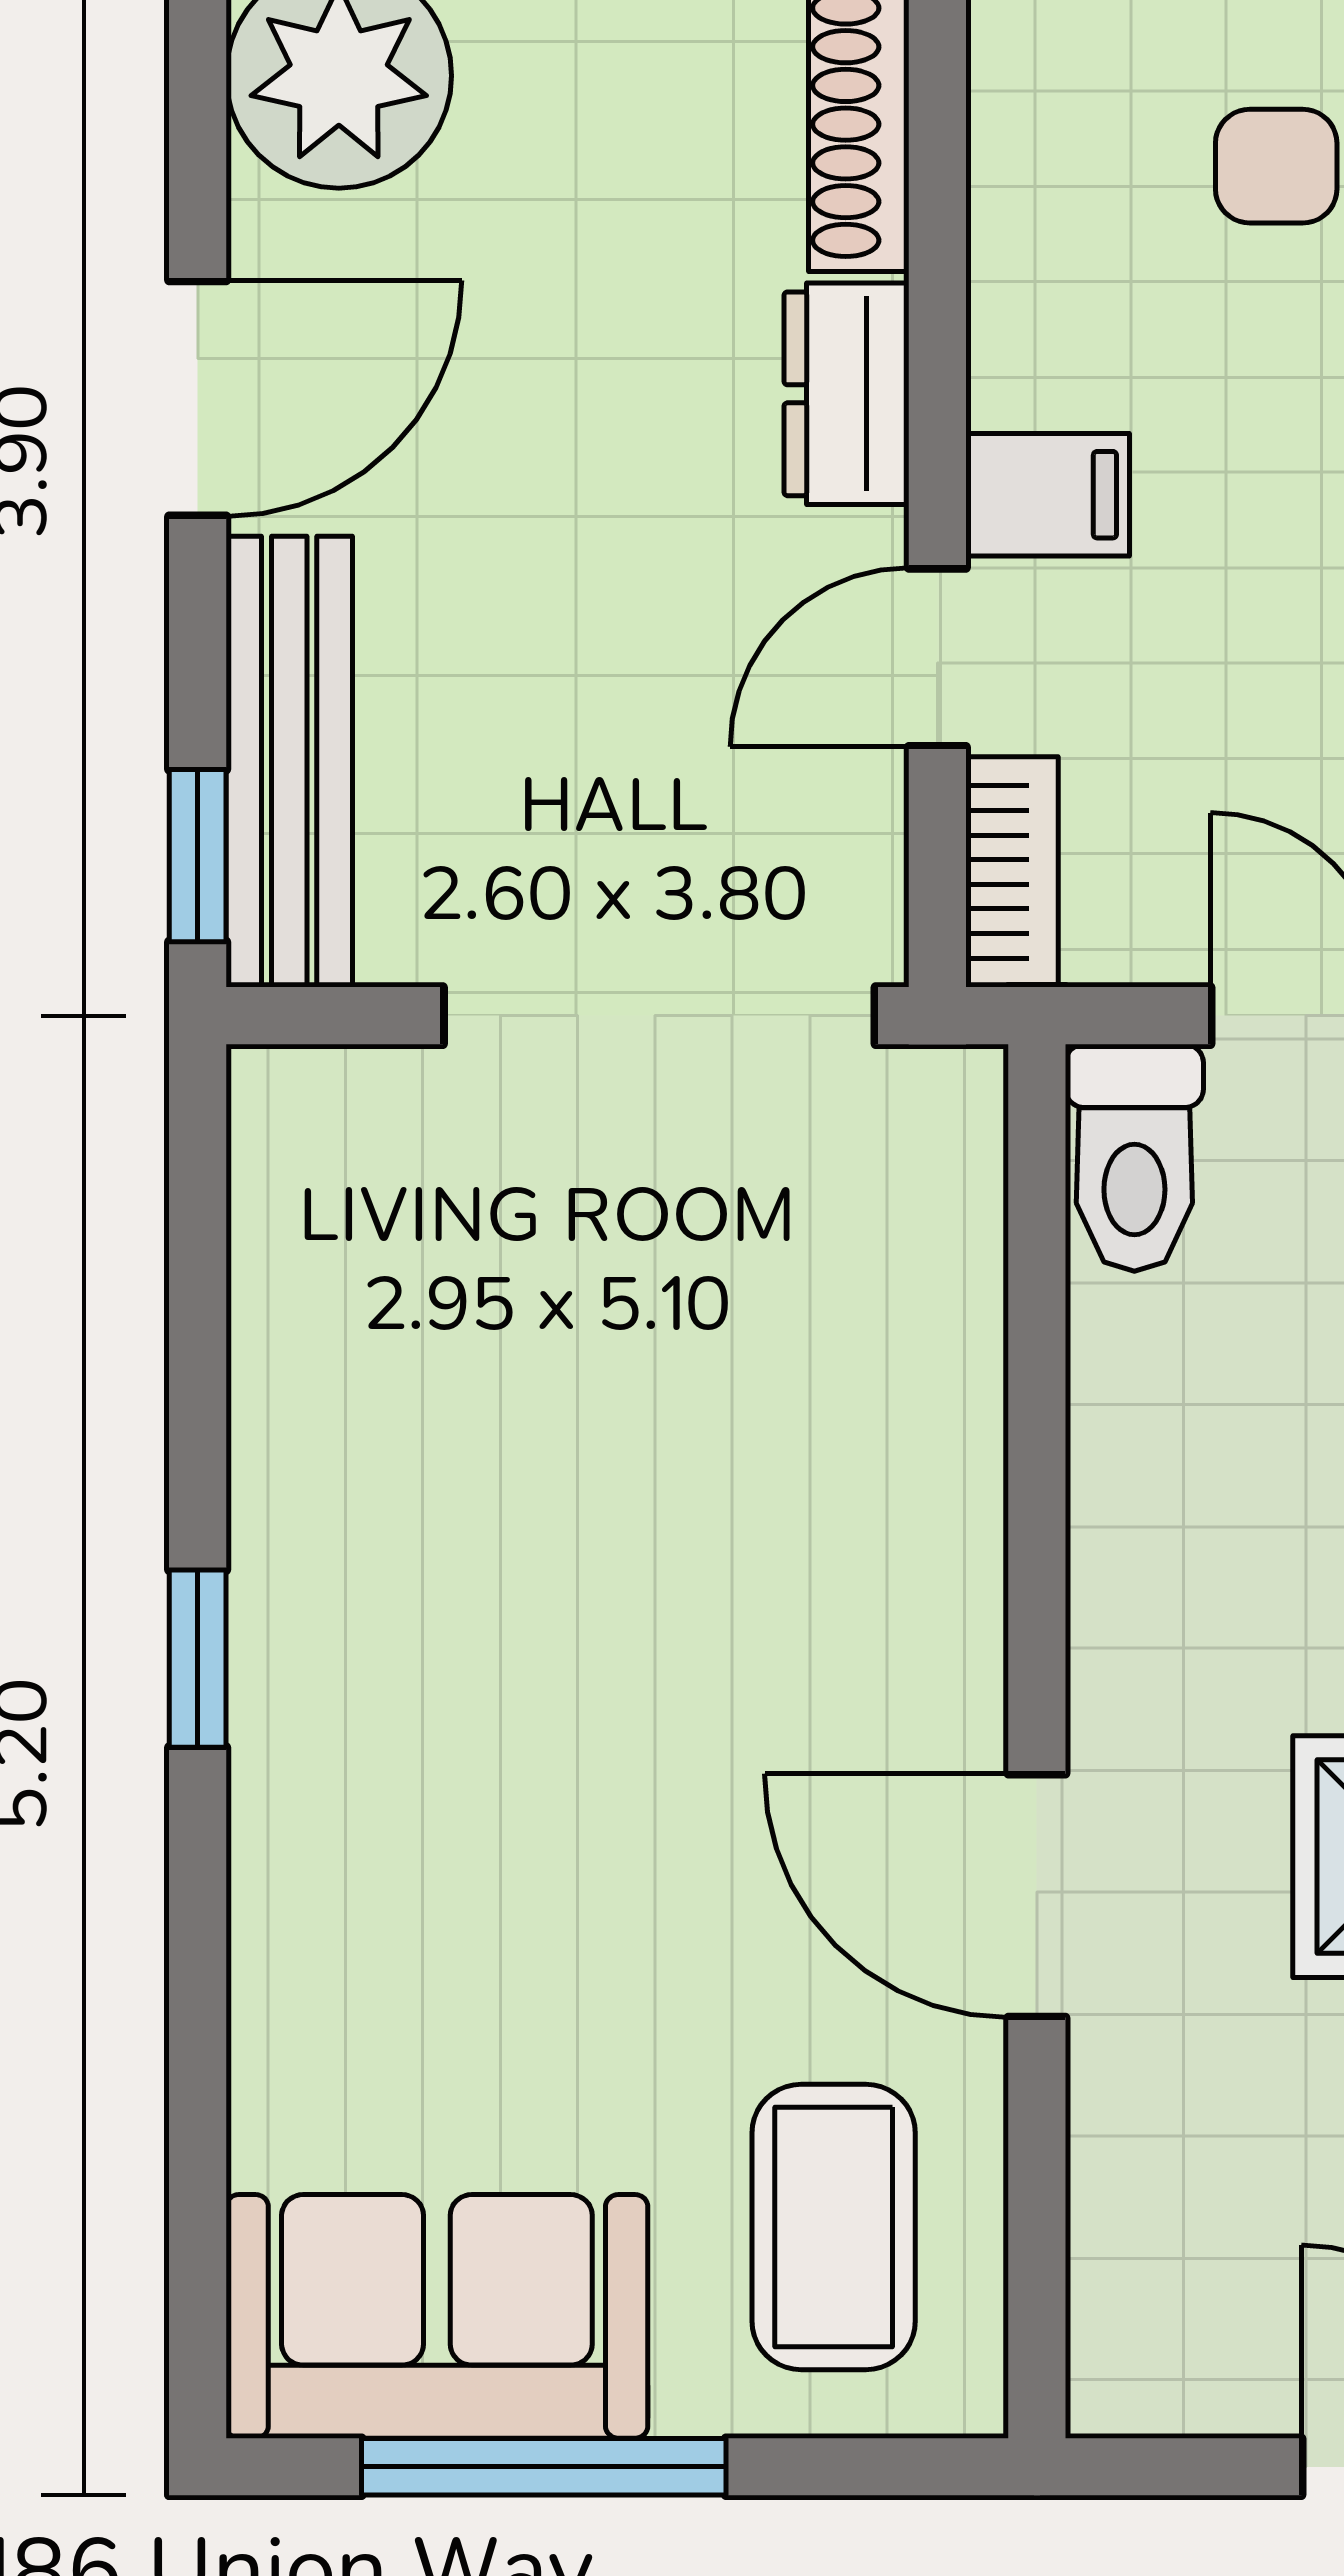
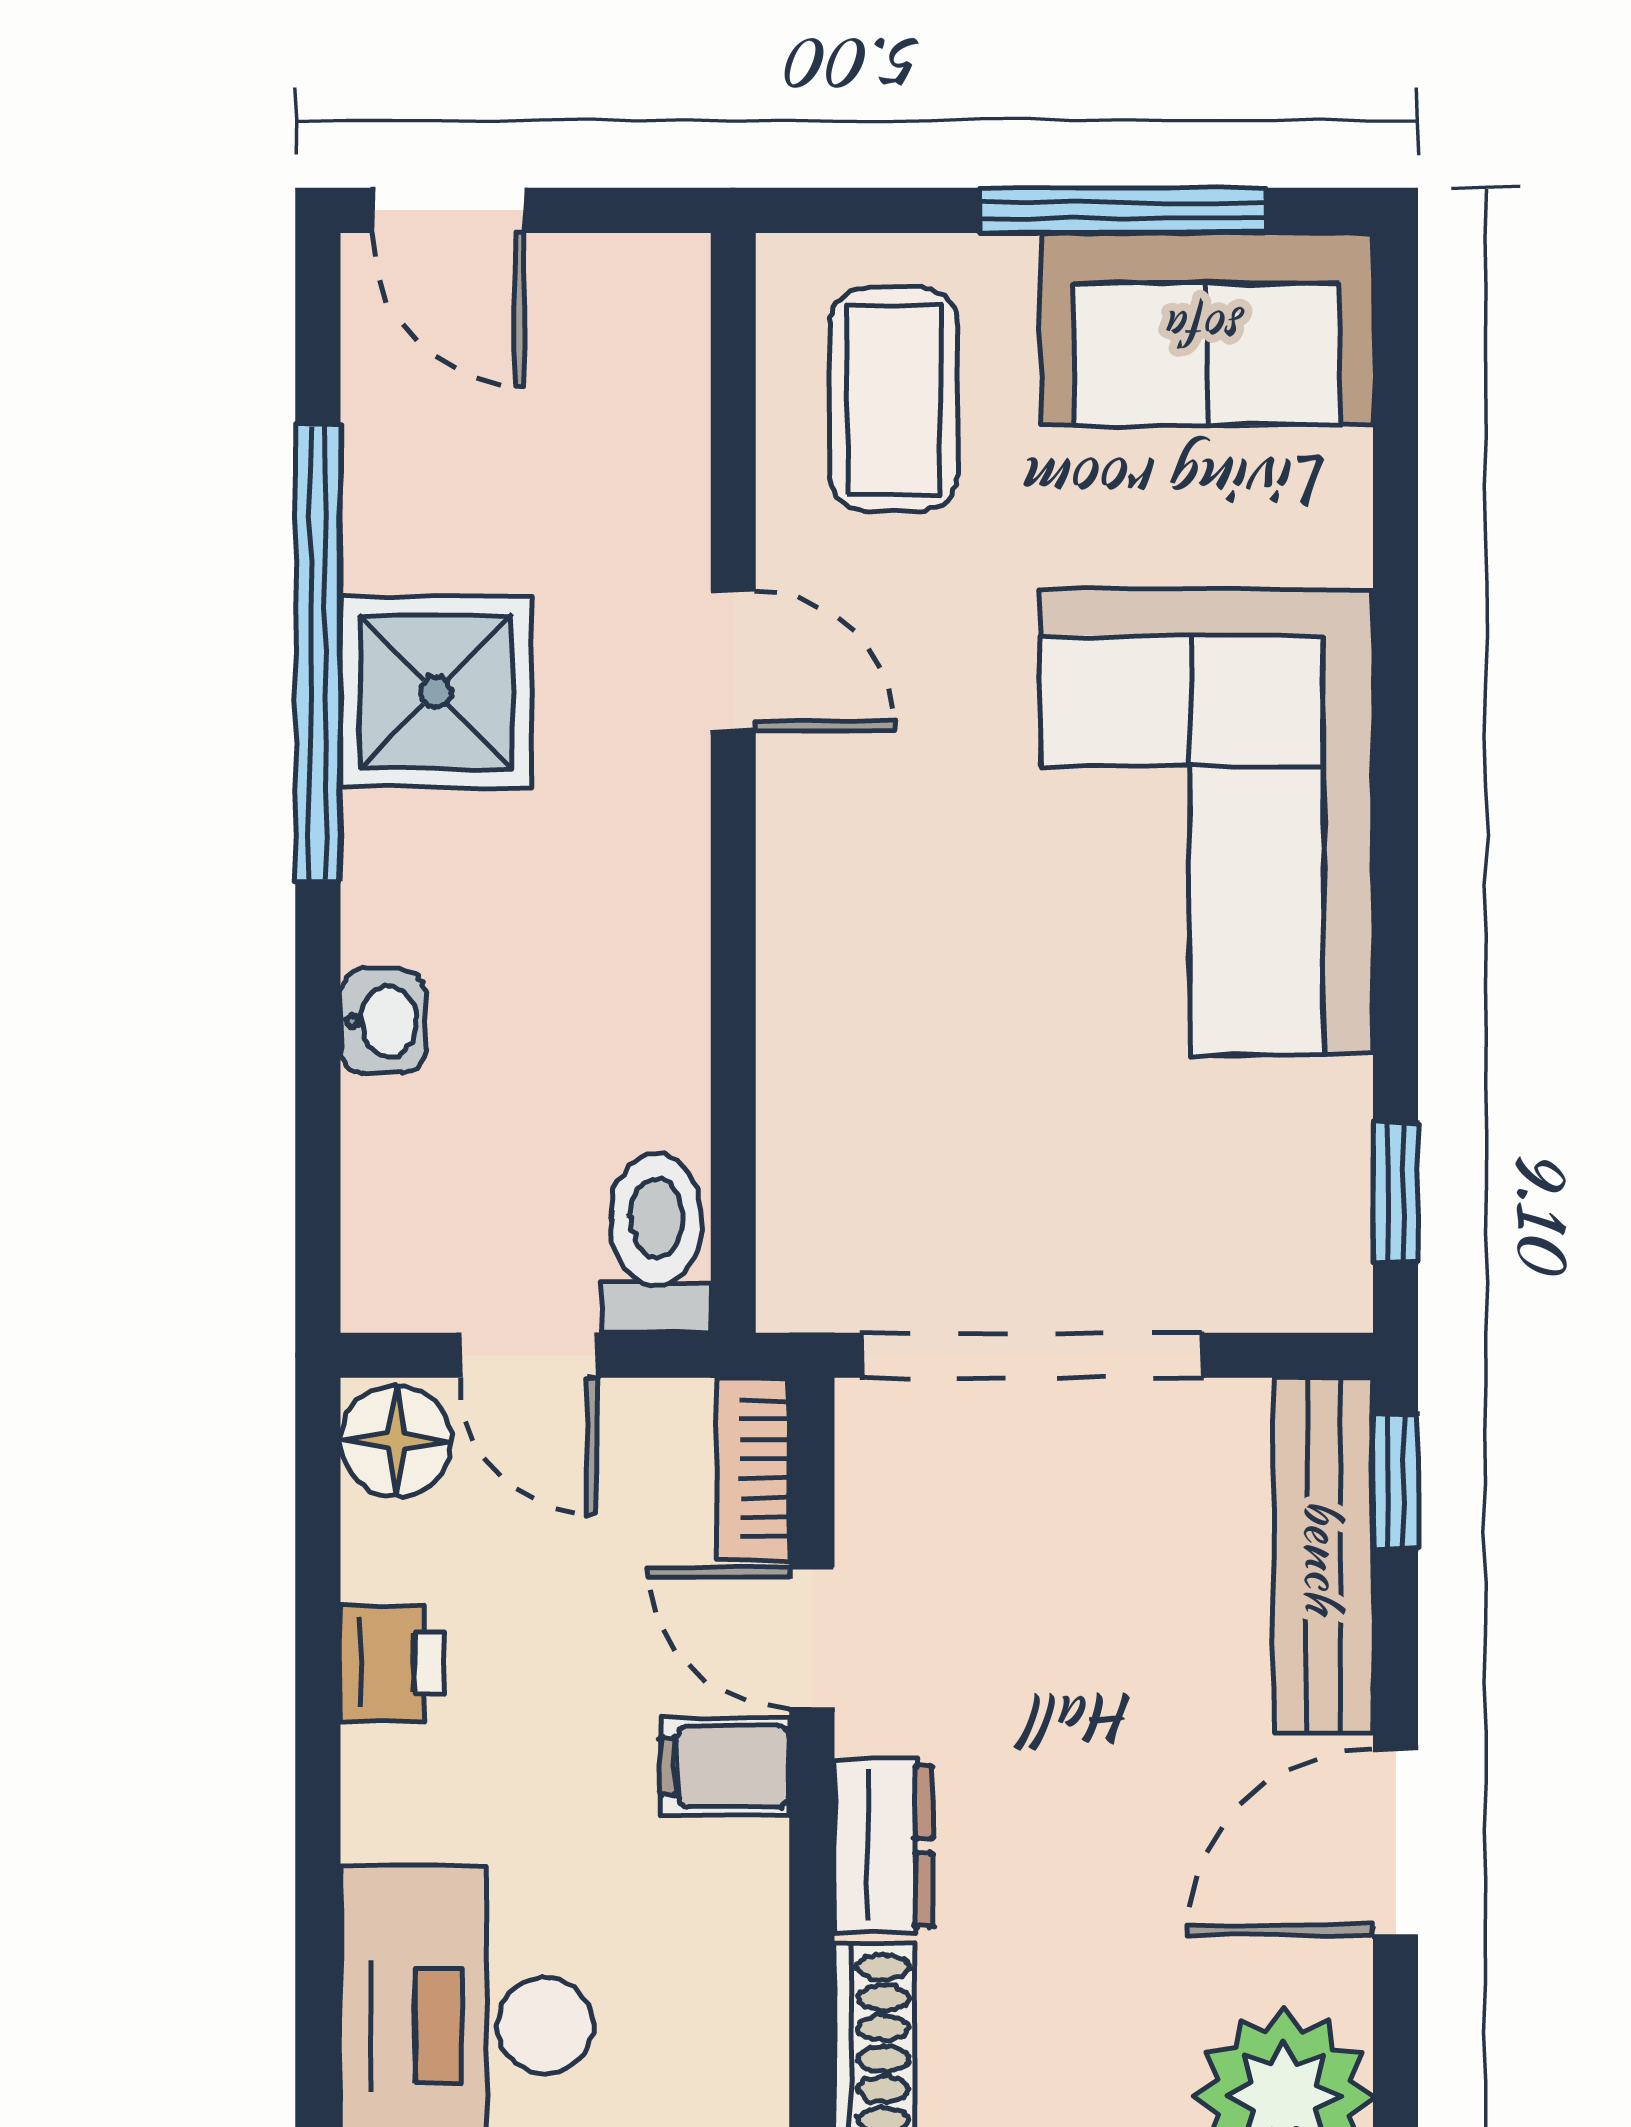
door: (937, 657) -> (812, 1638), swing flipped
window: (198, 1659) -> (1396, 1193), moved
corner sofa: (437, 1692) -> (1207, 822), added
door: (1037, 1896) -> (733, 661), width x0.73

